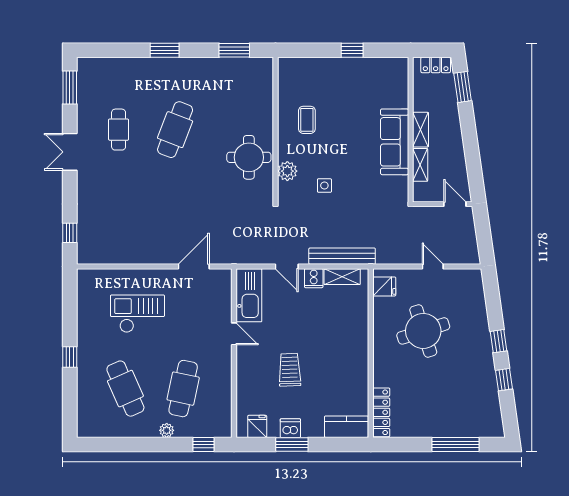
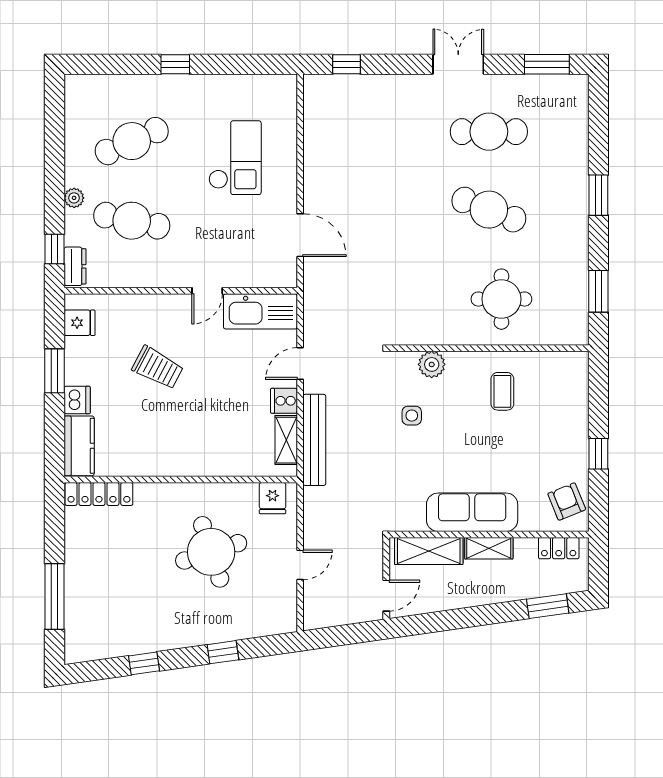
locker: (436, 65) -> (559, 548), moved, turned -90
armchair: (387, 73) -> (567, 502), added
coffee table: (307, 120) -> (502, 391), turned 90
cafe table: (119, 130) -> (489, 132), width x1.37, depth x1.35
round table: (249, 157) -> (501, 299), moved
shelving: (420, 165) -> (429, 551), width x1.50, depth x1.33
window: (499, 341) -> (223, 652), moved
trolley: (290, 370) -> (158, 368), turned 30
dishwasher: (290, 428) -> (77, 400), moved
dresser: (216, 430) -> (75, 266), added

